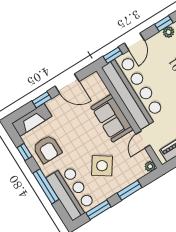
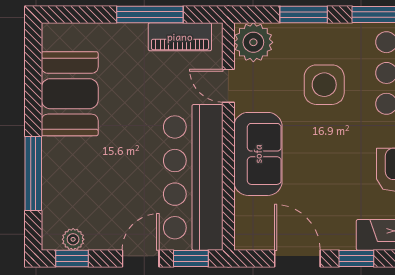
door: (143, 140) -> (228, 86), swing flipped
side table: (102, 166) -> (324, 85), turned -34
plant: (150, 166) -> (253, 42), width x1.88, depth x1.88

